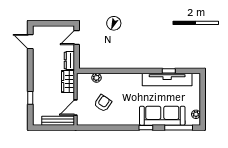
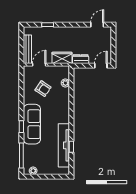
door: (77, 38) -> (101, 66), hinge flipped
door: (76, 107) -> (39, 65), hinge flipped
sofa: (162, 116) -> (32, 124), moved

